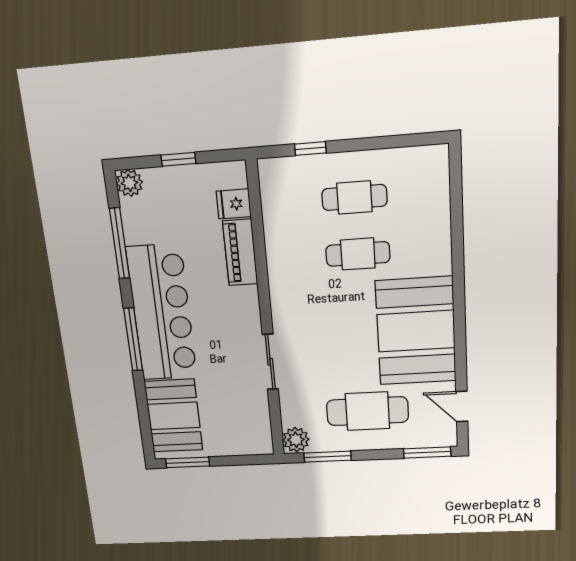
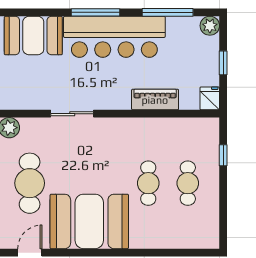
fridge: (234, 204) -> (210, 98), moved

